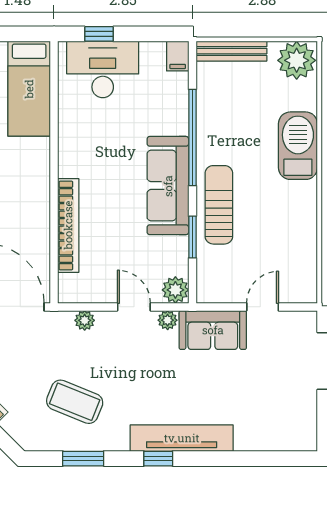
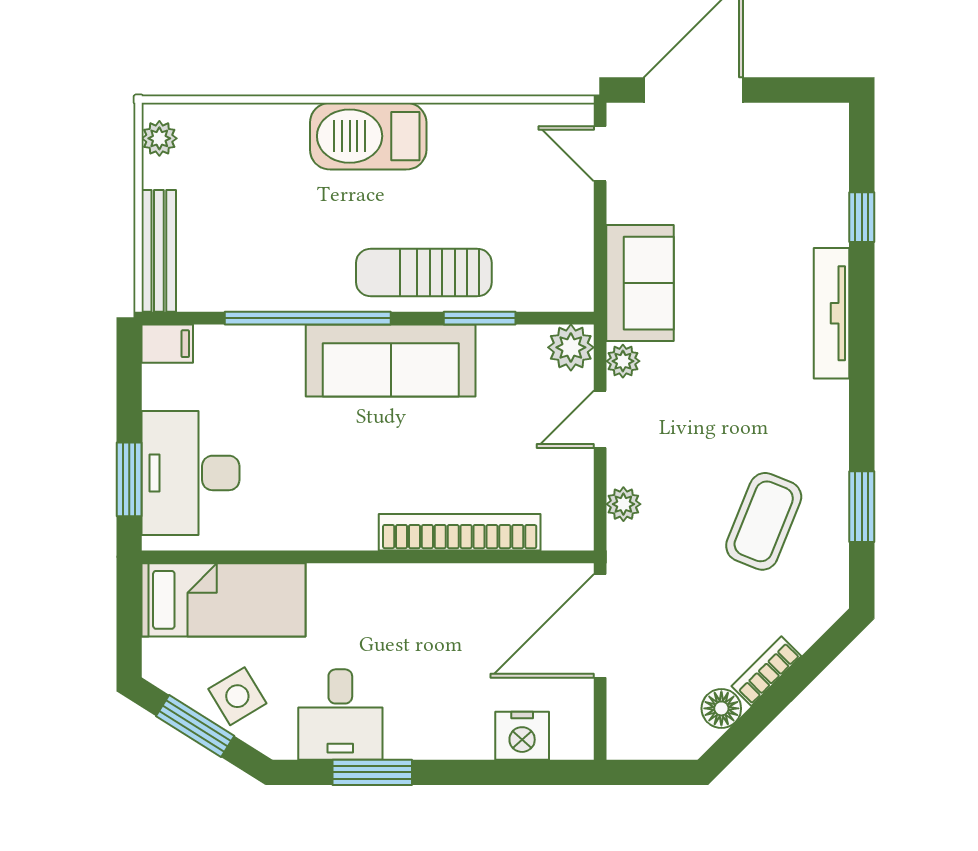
window: (99, 34) -> (129, 479), width x1.50
plant: (297, 60) -> (159, 138), width x0.53, depth x0.53
barbecue: (298, 146) -> (368, 136), moved
door: (263, 307) -> (600, 154), moved
tv unit: (182, 438) -> (831, 313), width x0.73, depth x0.78
window: (158, 459) -> (862, 217), moved

